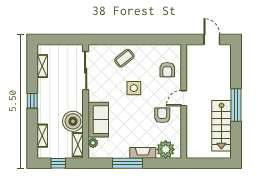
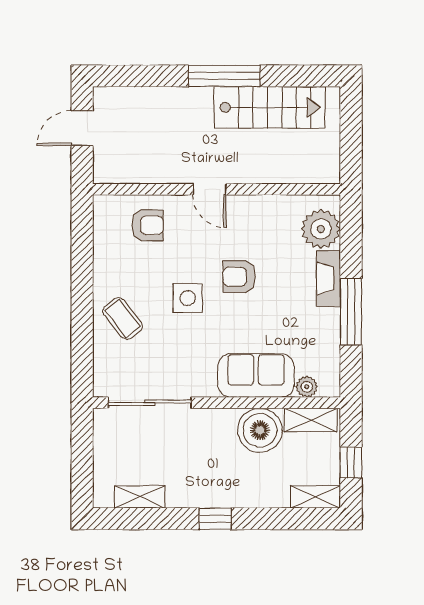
armchair: (162, 115) -> (239, 277), moved
shelving: (42, 136) -> (315, 497), moved

